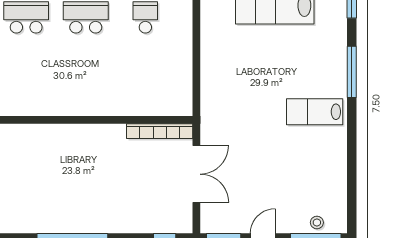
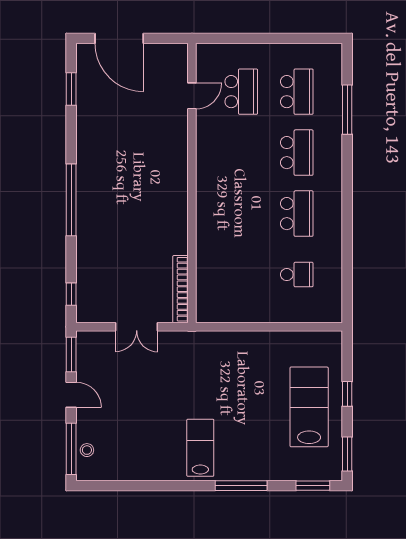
double door: (196, 174) -> (137, 327), width x0.73

